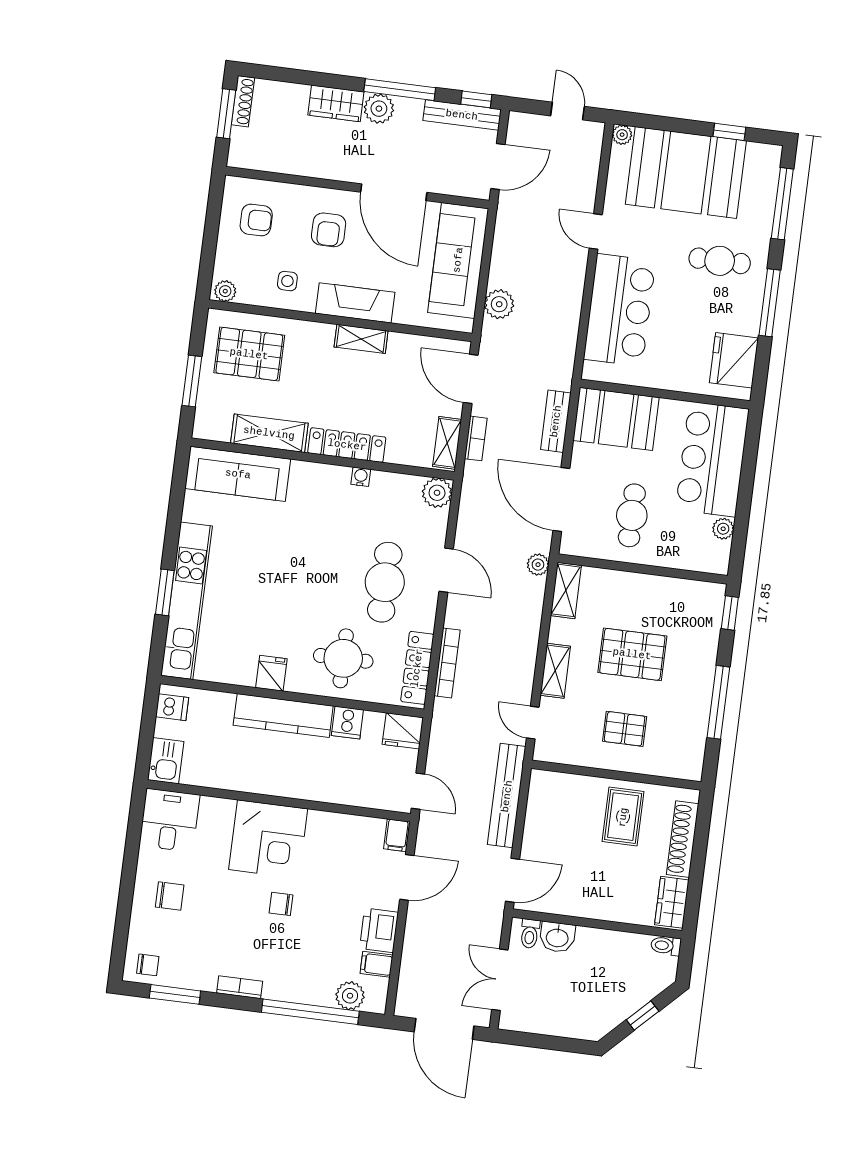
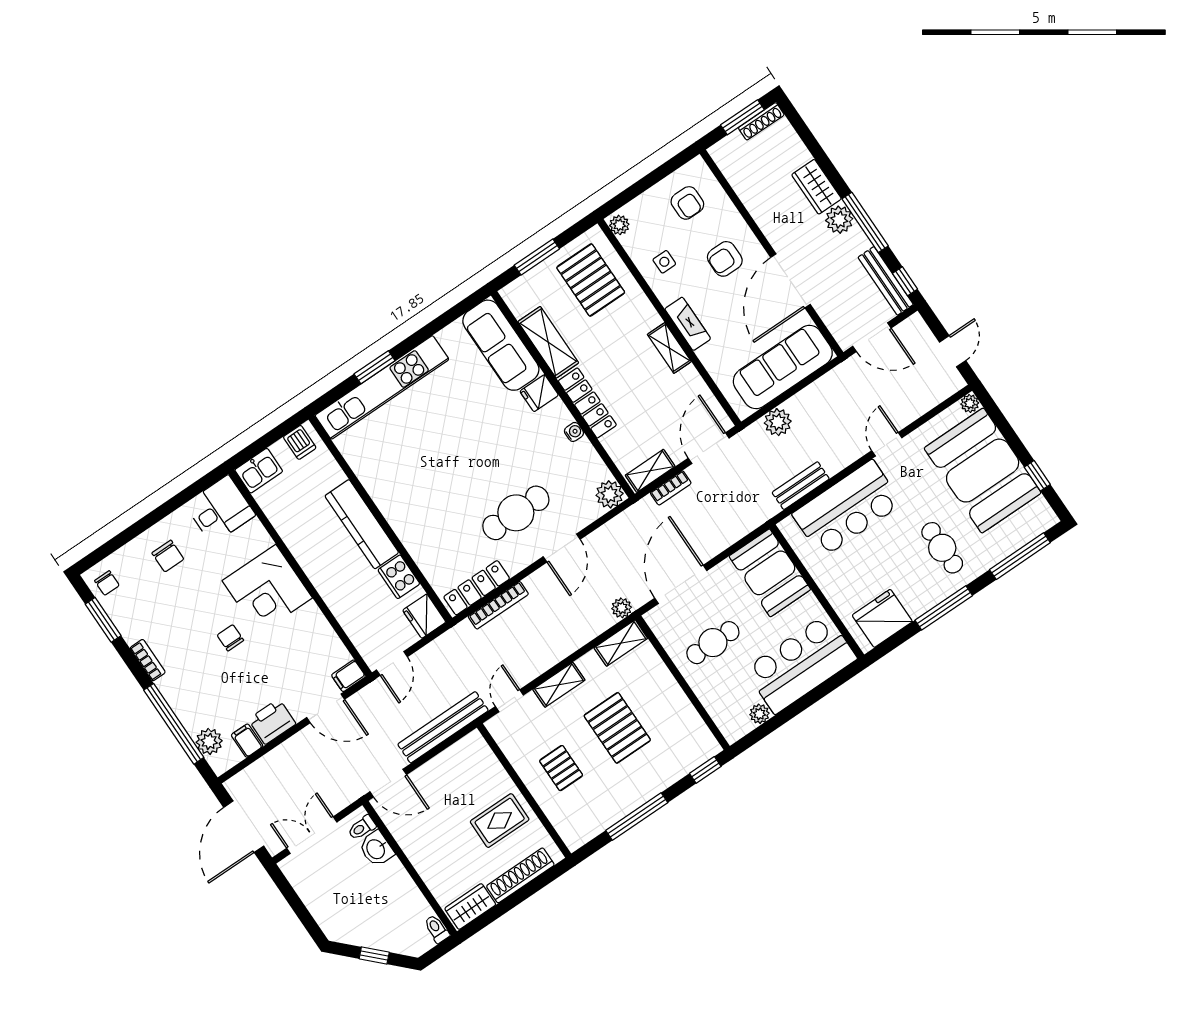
fireplace: (355, 303) -> (688, 324), width x0.73, depth x0.76
bench: (556, 421) -> (801, 486), moved
round table: (343, 658) -> (438, 531), removed
fridge: (271, 673) -> (539, 393), moved, turned 180
cooker: (347, 723) -> (399, 577), width x1.36

